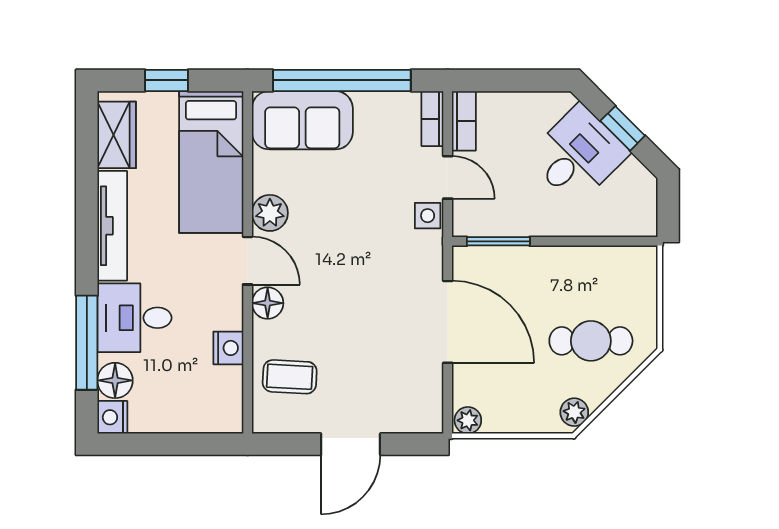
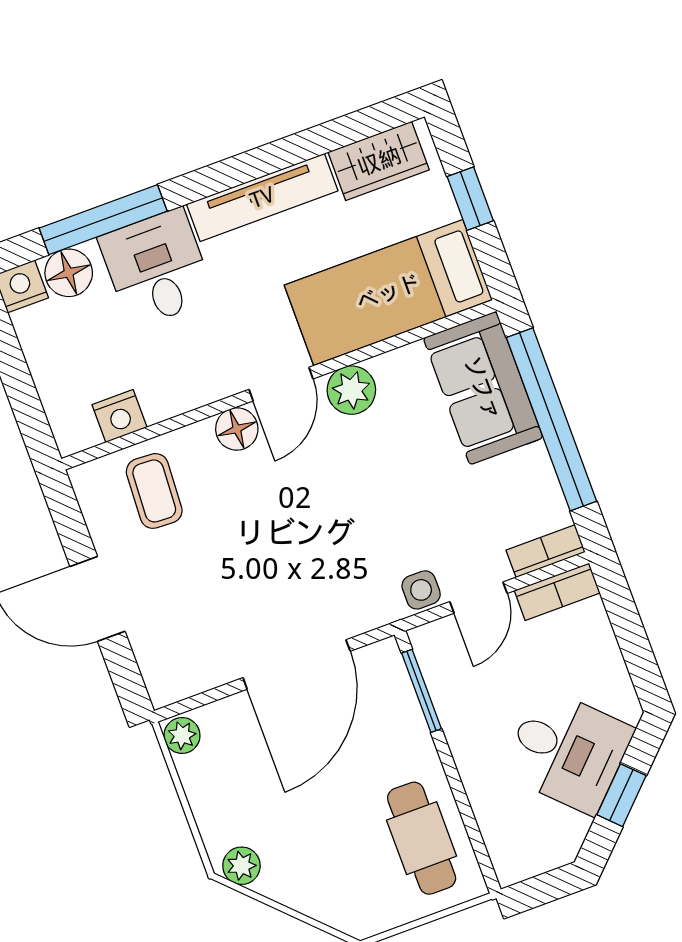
cafe table: (591, 341) -> (422, 838), moved
nightstand: (228, 348) -> (119, 416), moved

